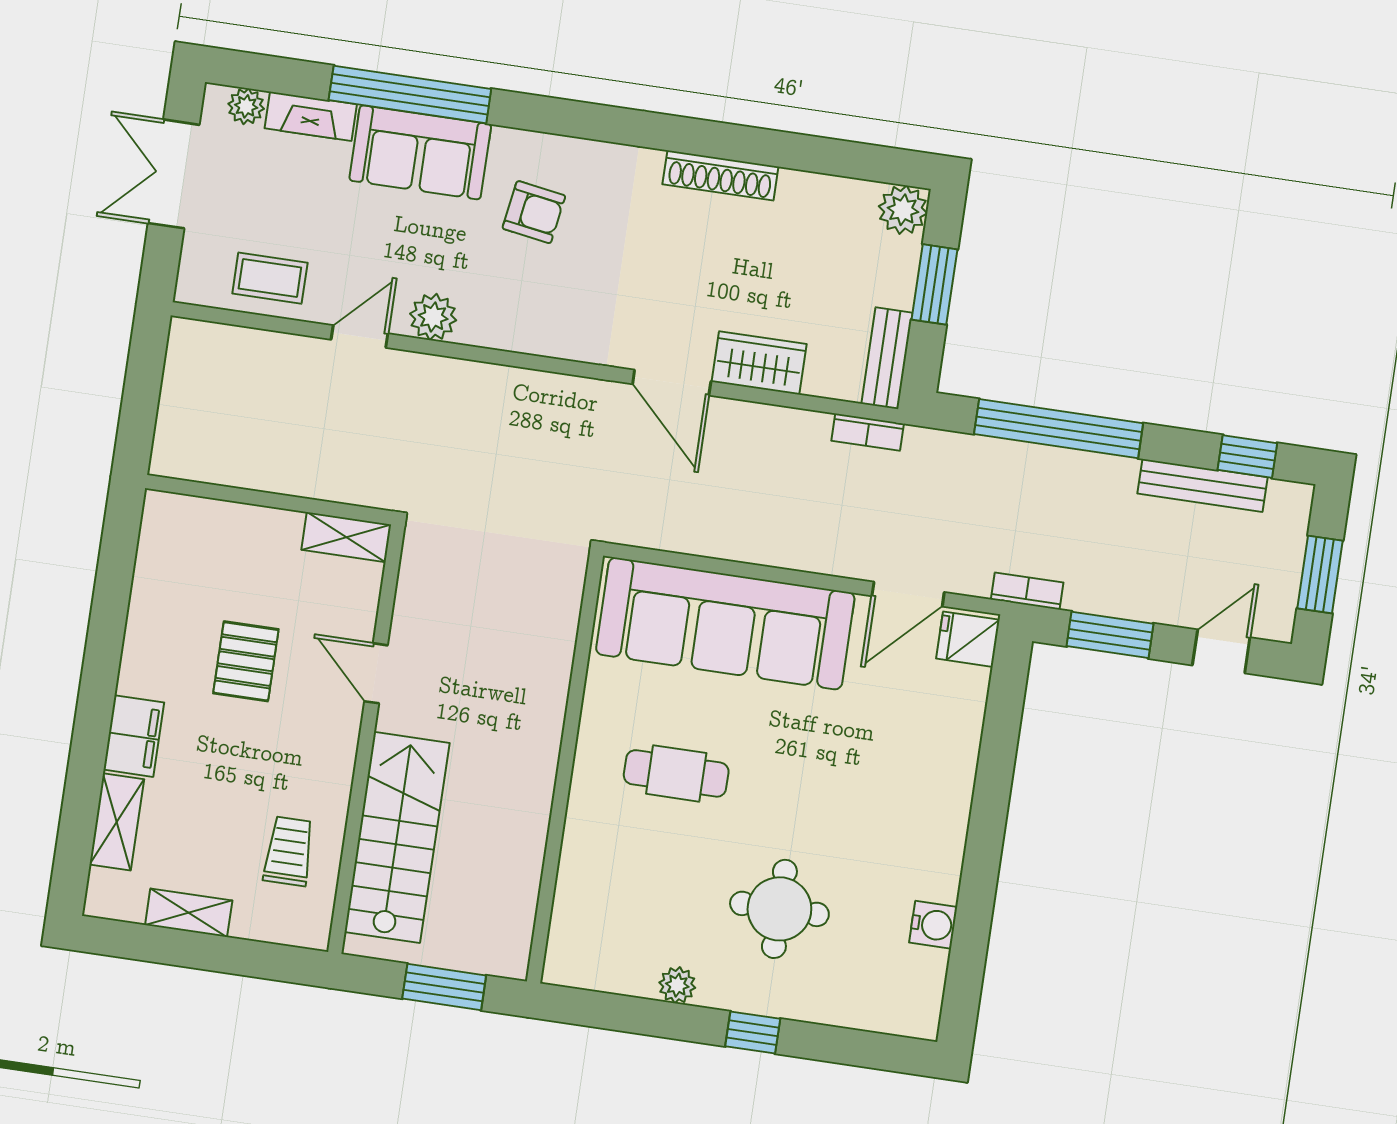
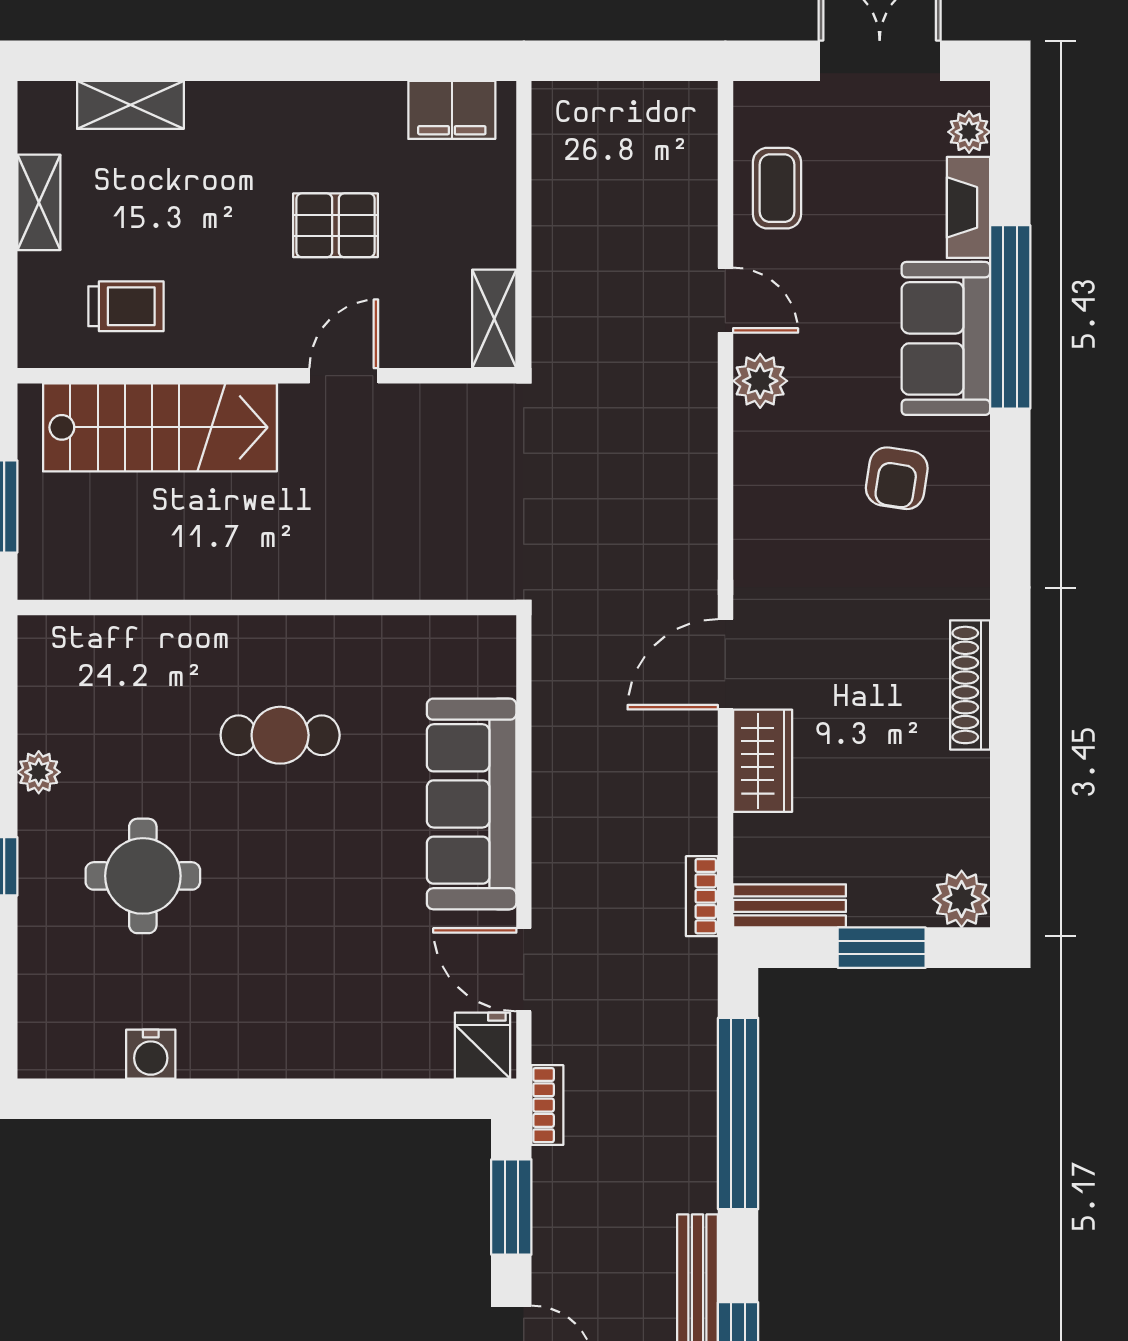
sofa: (725, 624) -> (472, 804), width x0.74, depth x0.79
filing cabinet: (134, 736) -> (452, 110), moved
cafe table: (676, 773) -> (280, 735), turned 90

